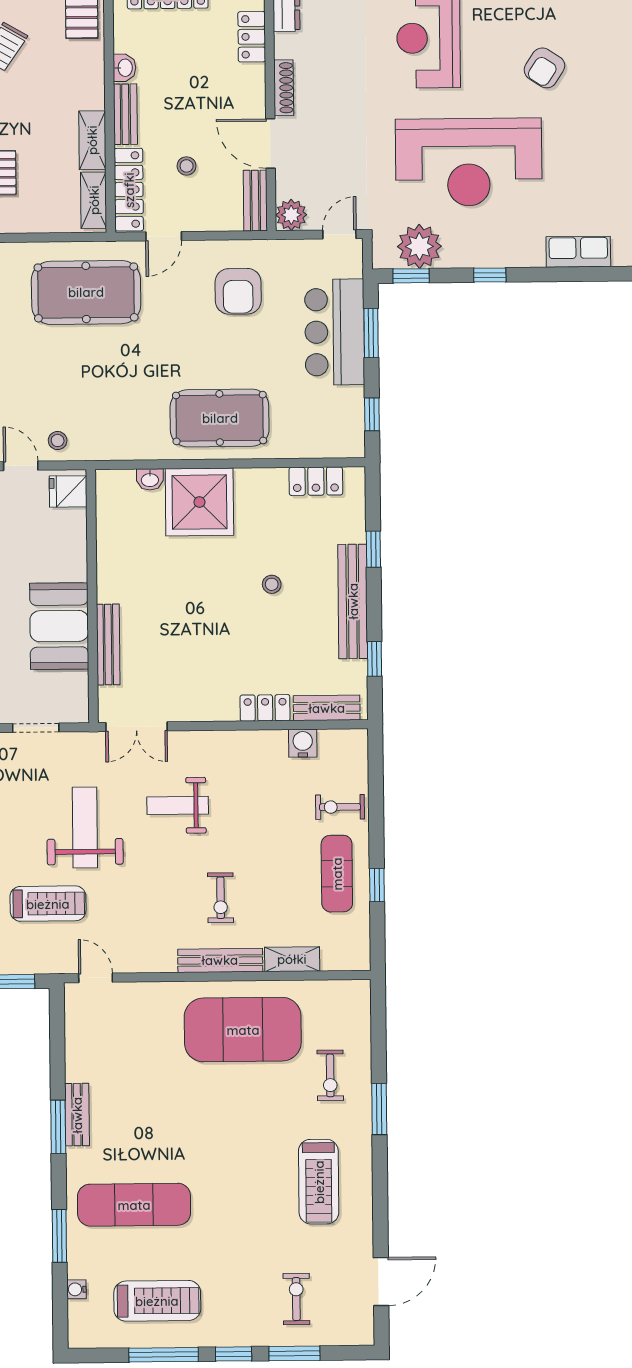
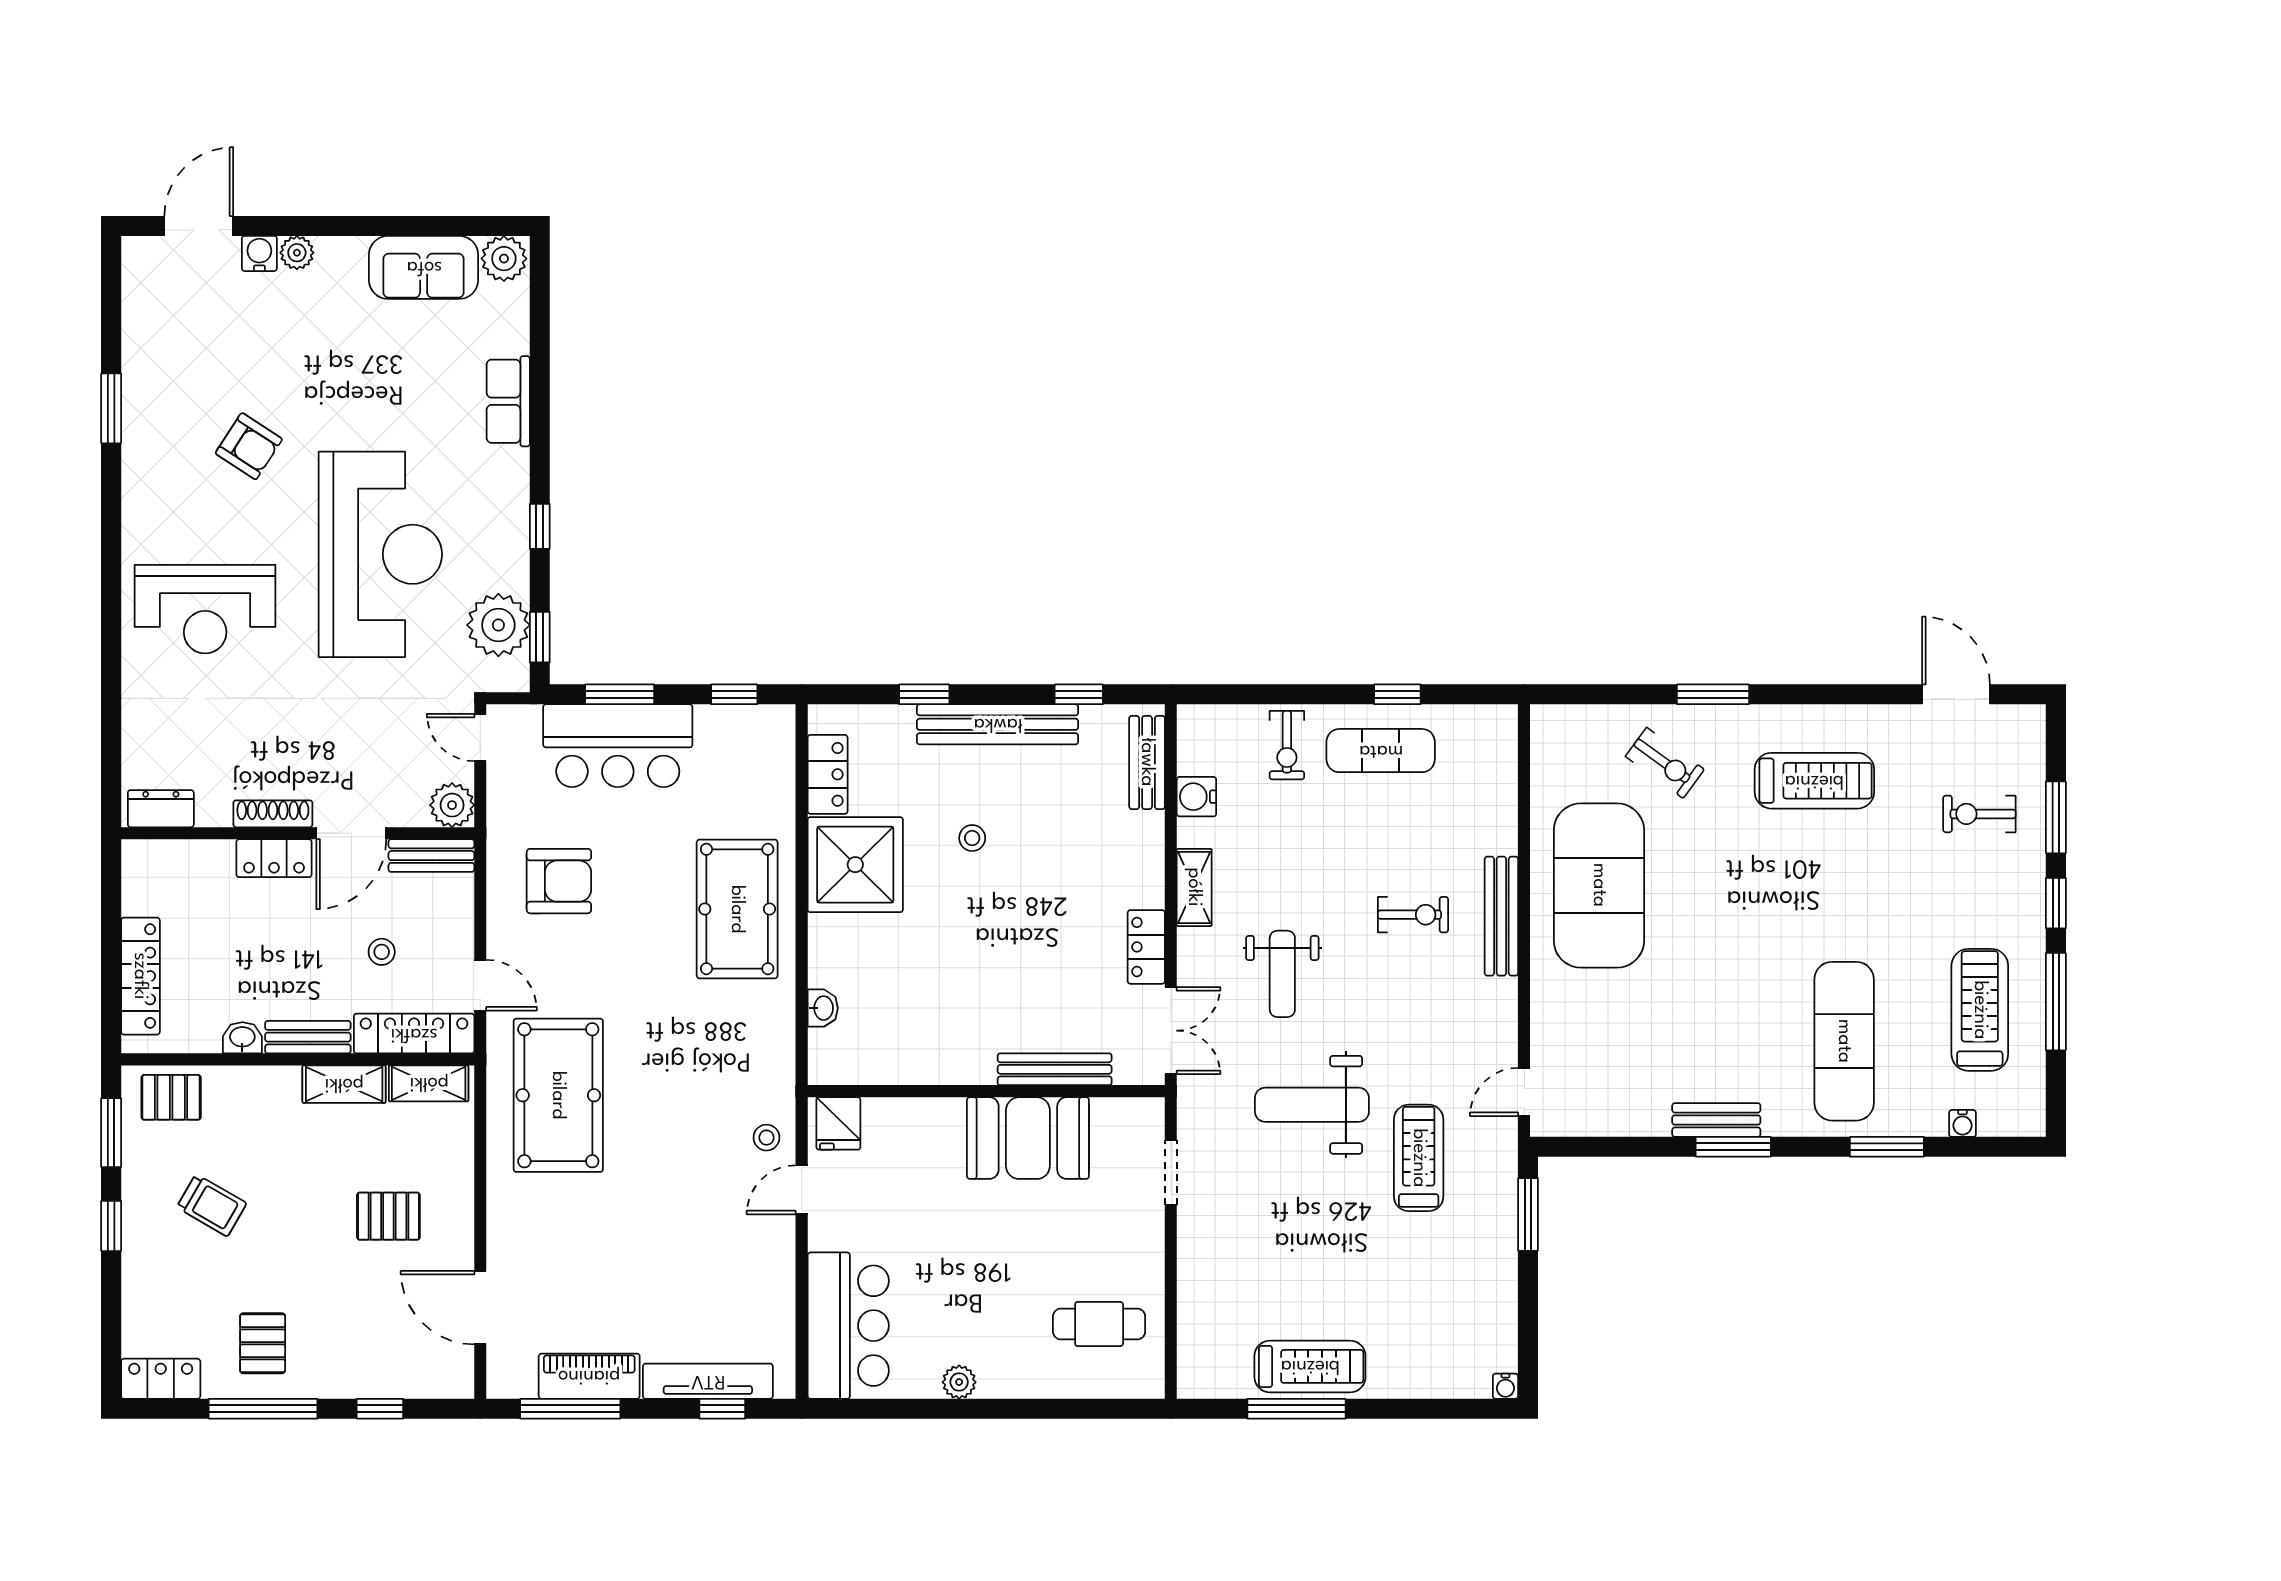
locker: (252, 37) -> (274, 858), moved
shower: (199, 502) -> (855, 865), moved
locker: (265, 708) -> (1146, 947), moved
shelving: (292, 959) -> (1194, 887), moved
exercise bike: (330, 1075) -> (1665, 763), turned 36

